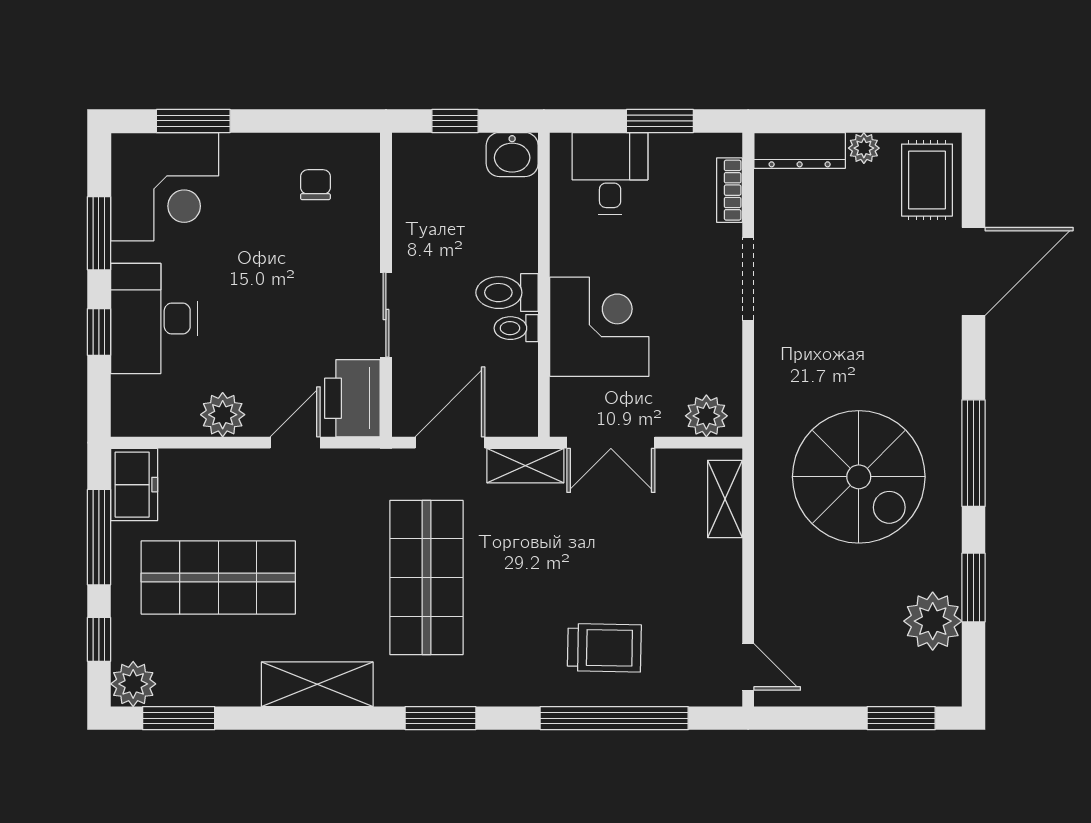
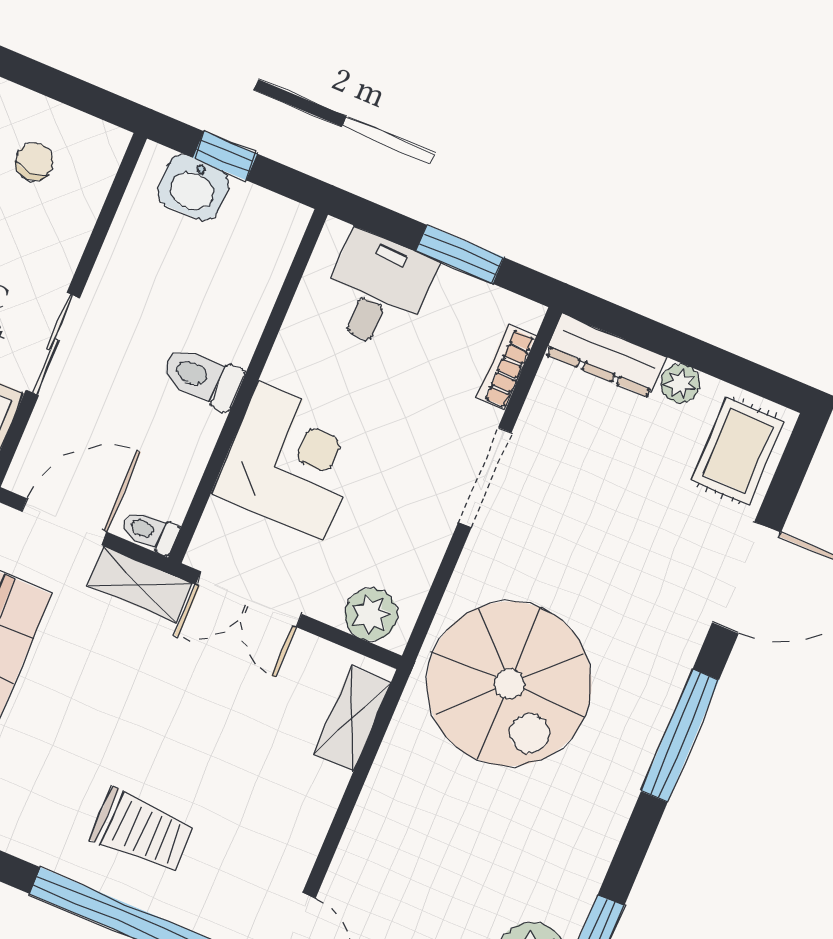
washbasin: (512, 155) -> (193, 188), moved
toilet: (516, 328) -> (149, 531), moved
window: (974, 453) -> (680, 736), moved
spiral stairs: (859, 477) -> (509, 684), moved

